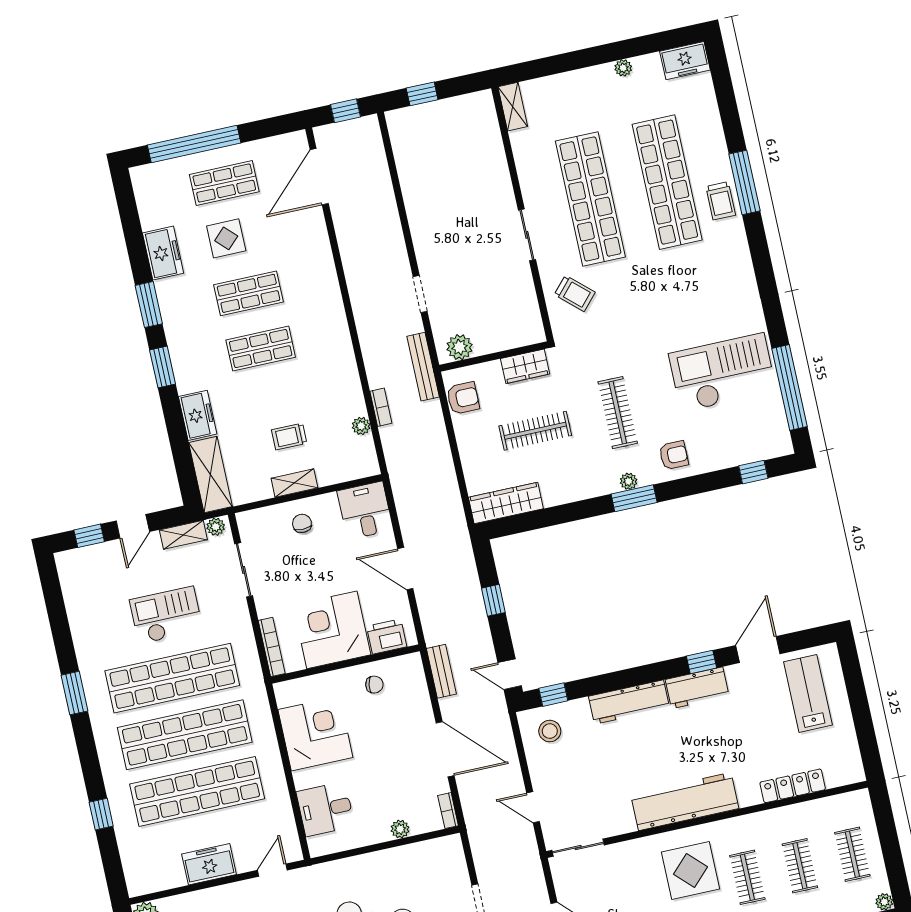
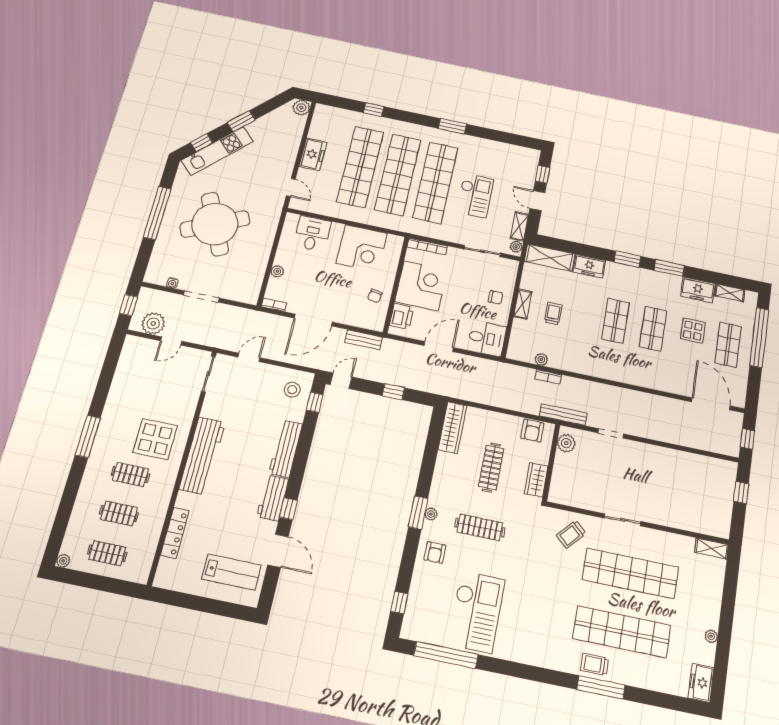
shelving: (147, 207) -> (730, 293), added

